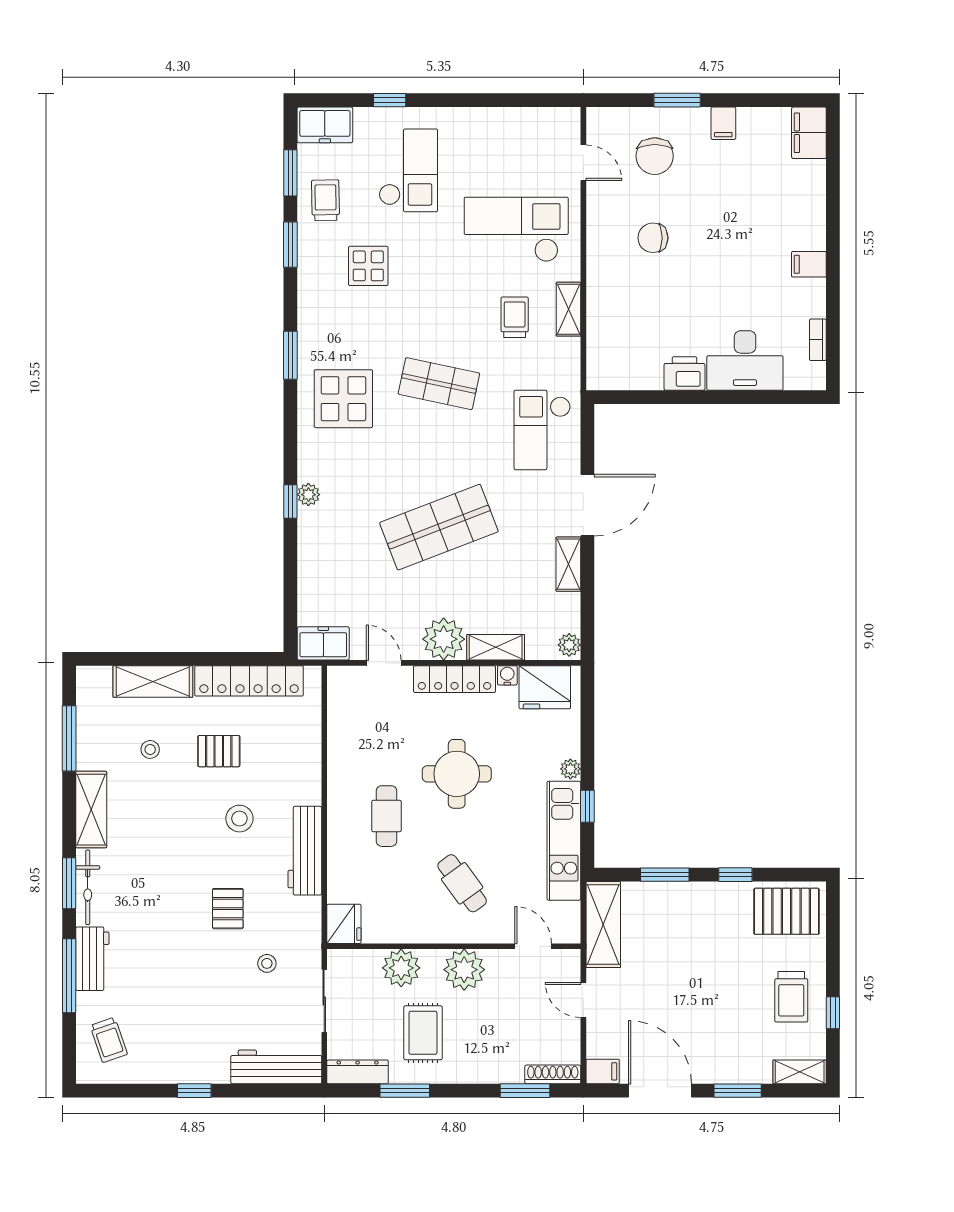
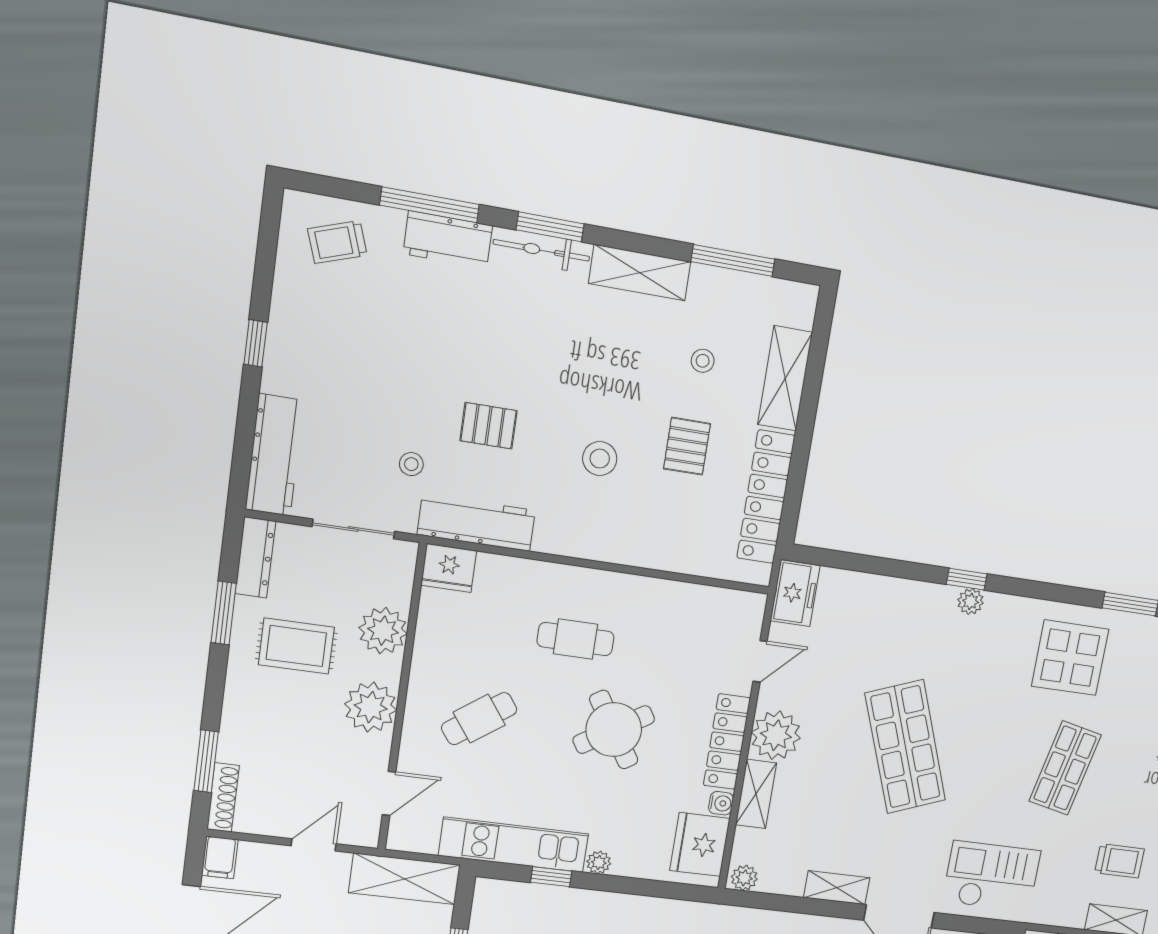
round table: (457, 774) -> (614, 730), turned -32
workbench: (305, 851) -> (476, 523), moved

